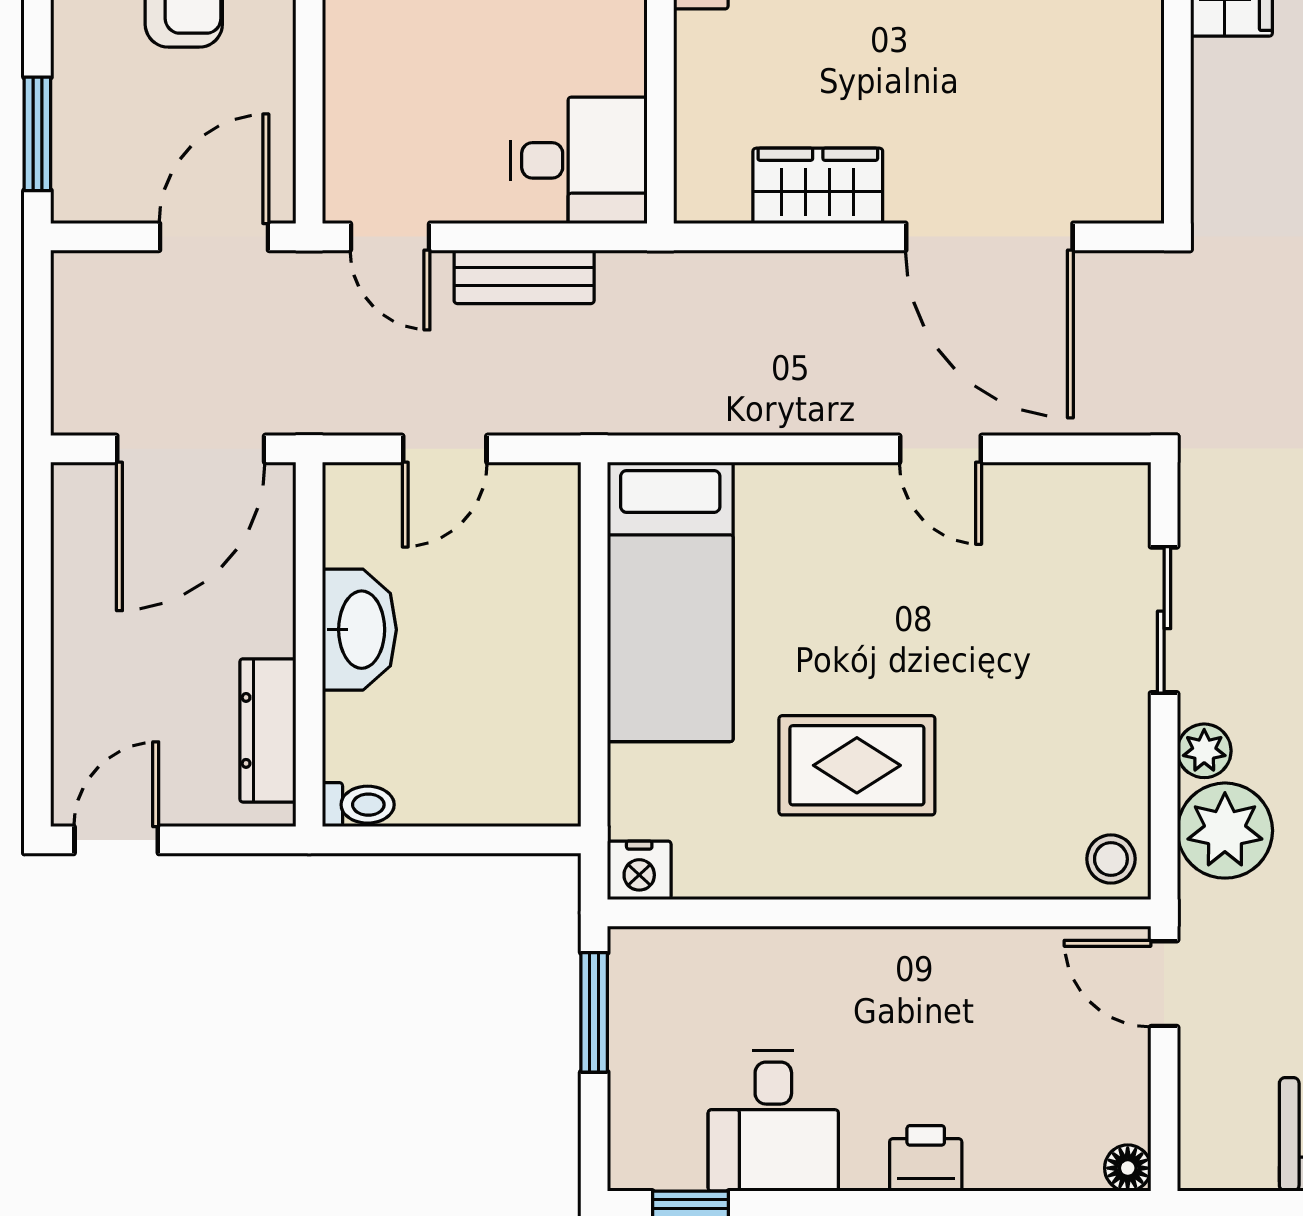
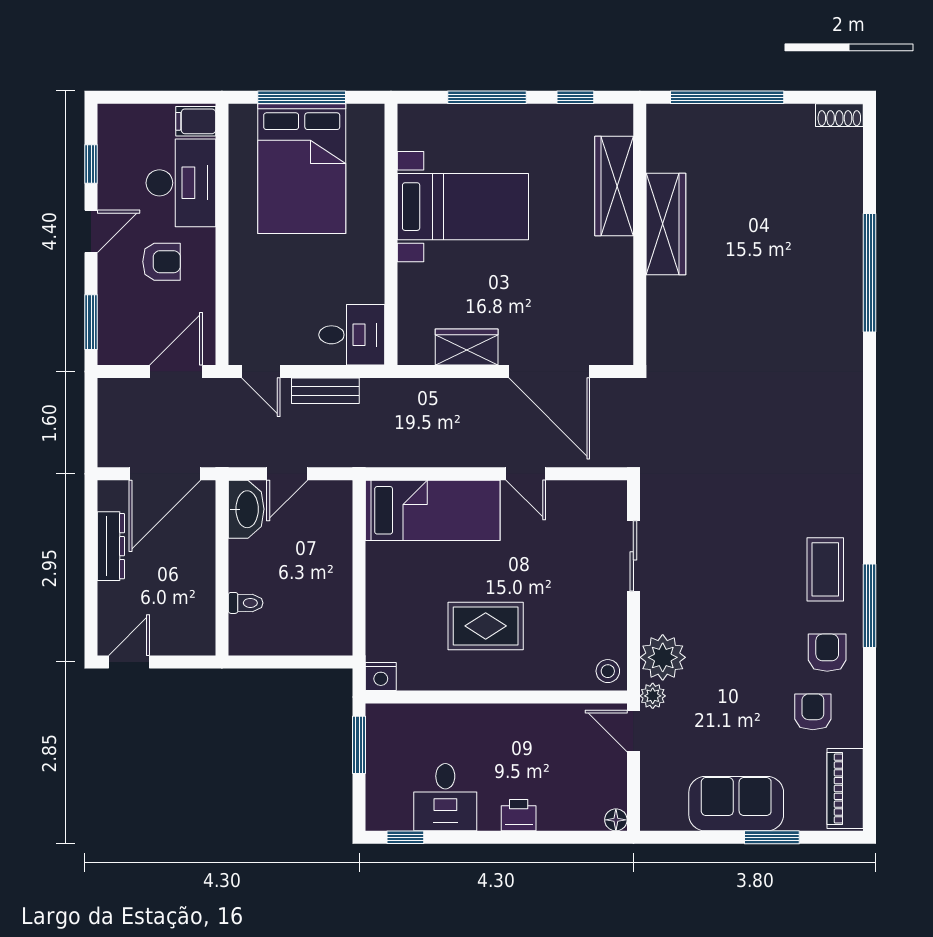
bed: (670, 602) -> (433, 510), moved, turned -90
washbasin: (359, 630) -> (246, 509), moved
dresser: (268, 730) -> (111, 546), moved, turned 180
plant: (1204, 751) -> (653, 696), moved
toilet: (358, 805) -> (246, 603), moved

